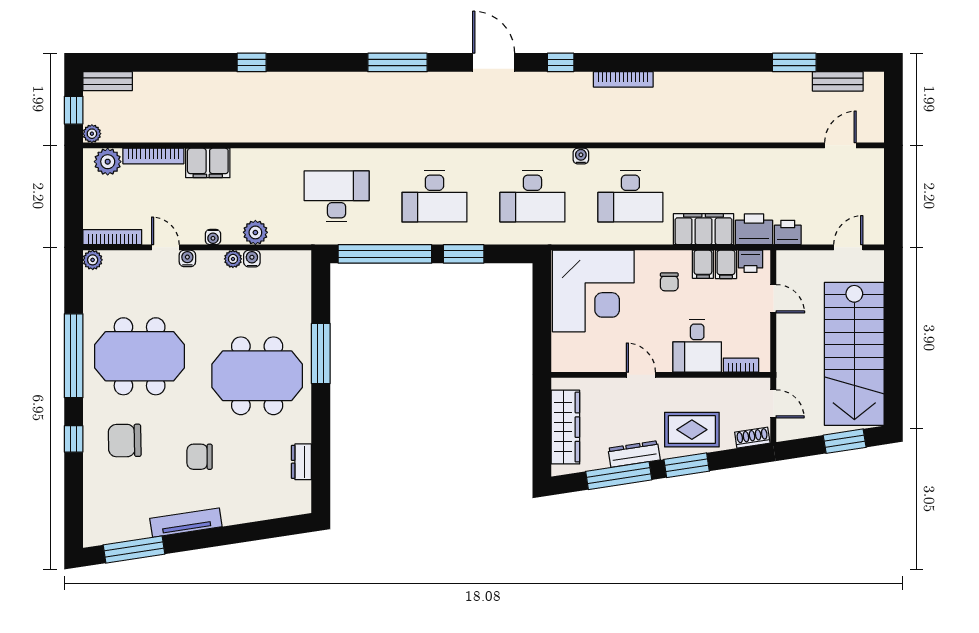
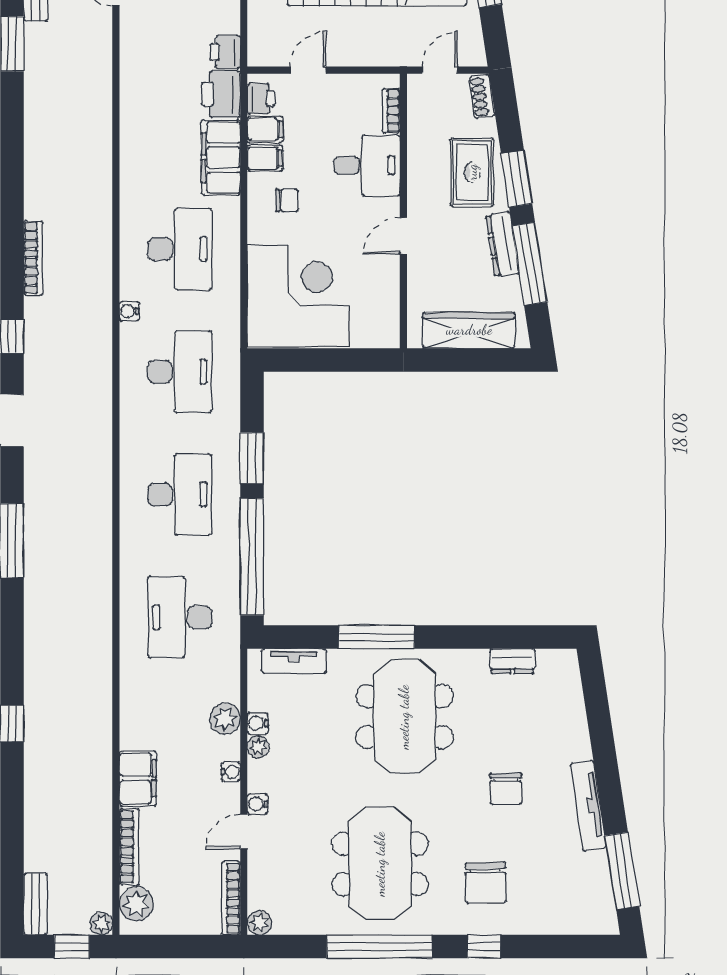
tv unit: (302, 287) -> (294, 661), added

